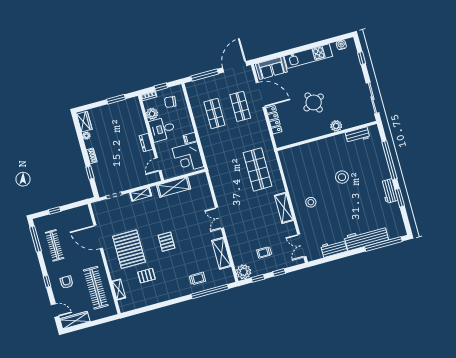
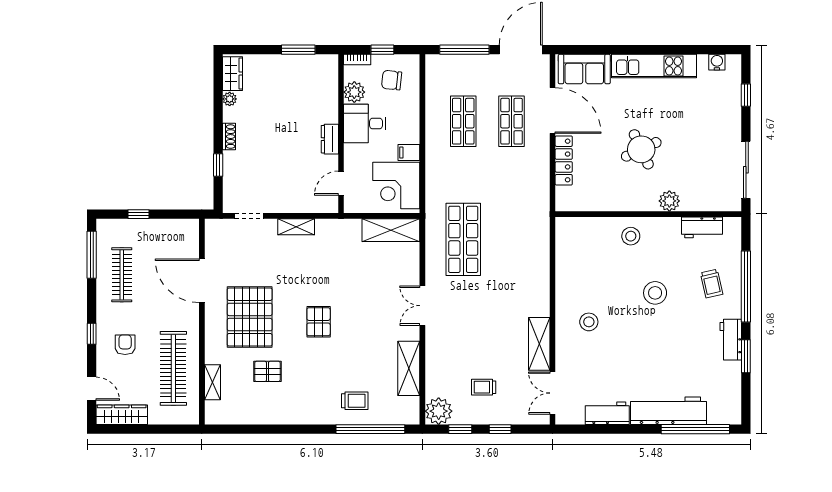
stool: (321, 150) -> (631, 236), added
trolley: (371, 164) -> (712, 284), added
shop shelf: (258, 169) -> (463, 239), moved
shelving: (174, 187) -> (391, 230), moved
shelving: (284, 208) -> (539, 344), moved

